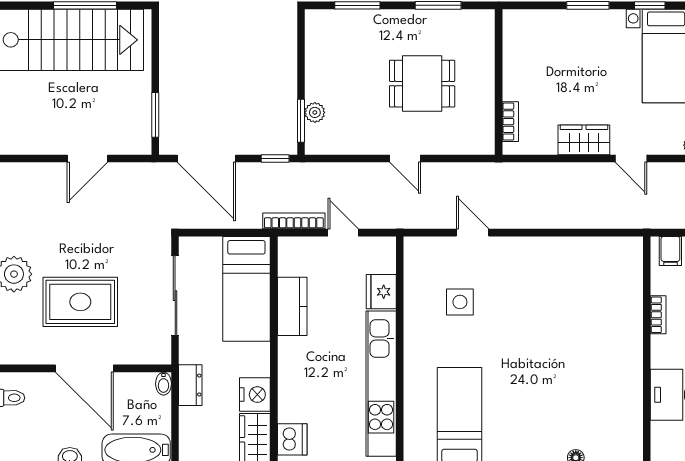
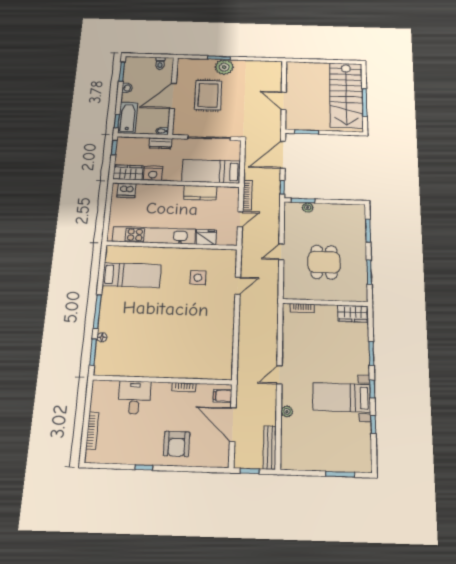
wardrobe: (584, 140) -> (353, 314), moved, turned 90

